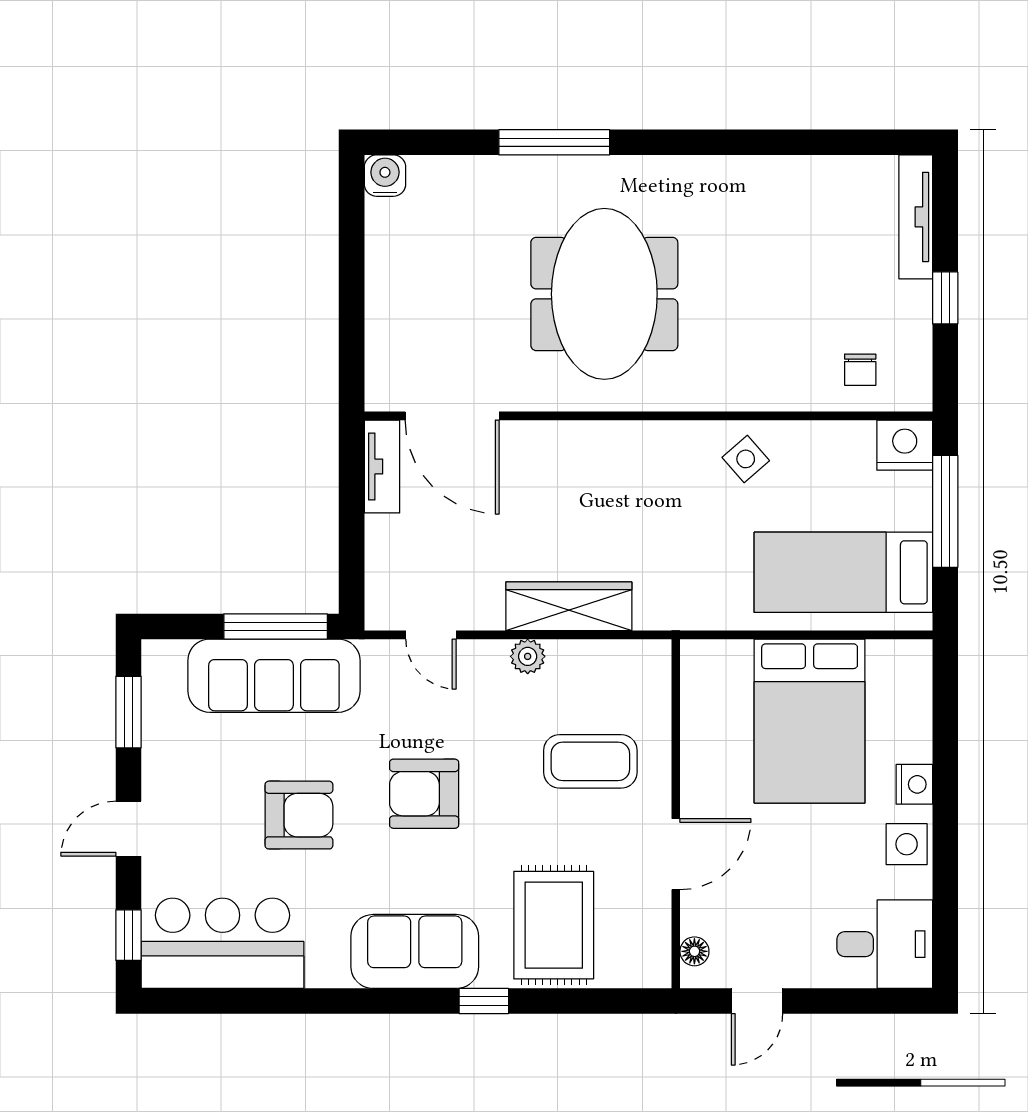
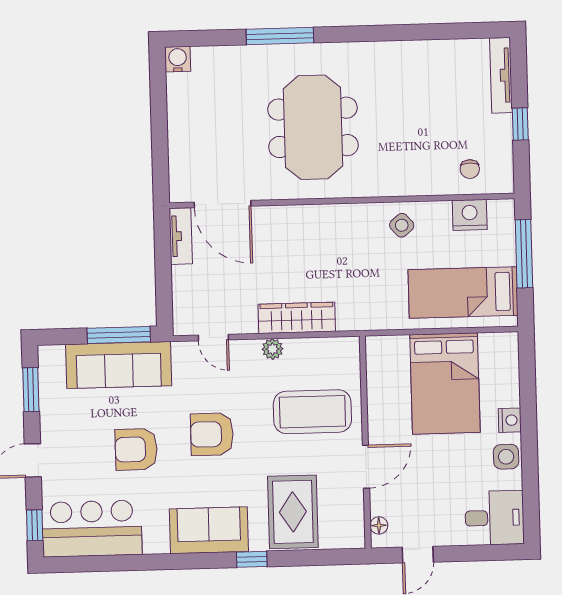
nightstand: (905, 445) -> (470, 215), moved
coffee table: (590, 761) -> (312, 412), width x1.36, depth x1.32
armchair: (299, 815) -> (136, 449), turned 180

